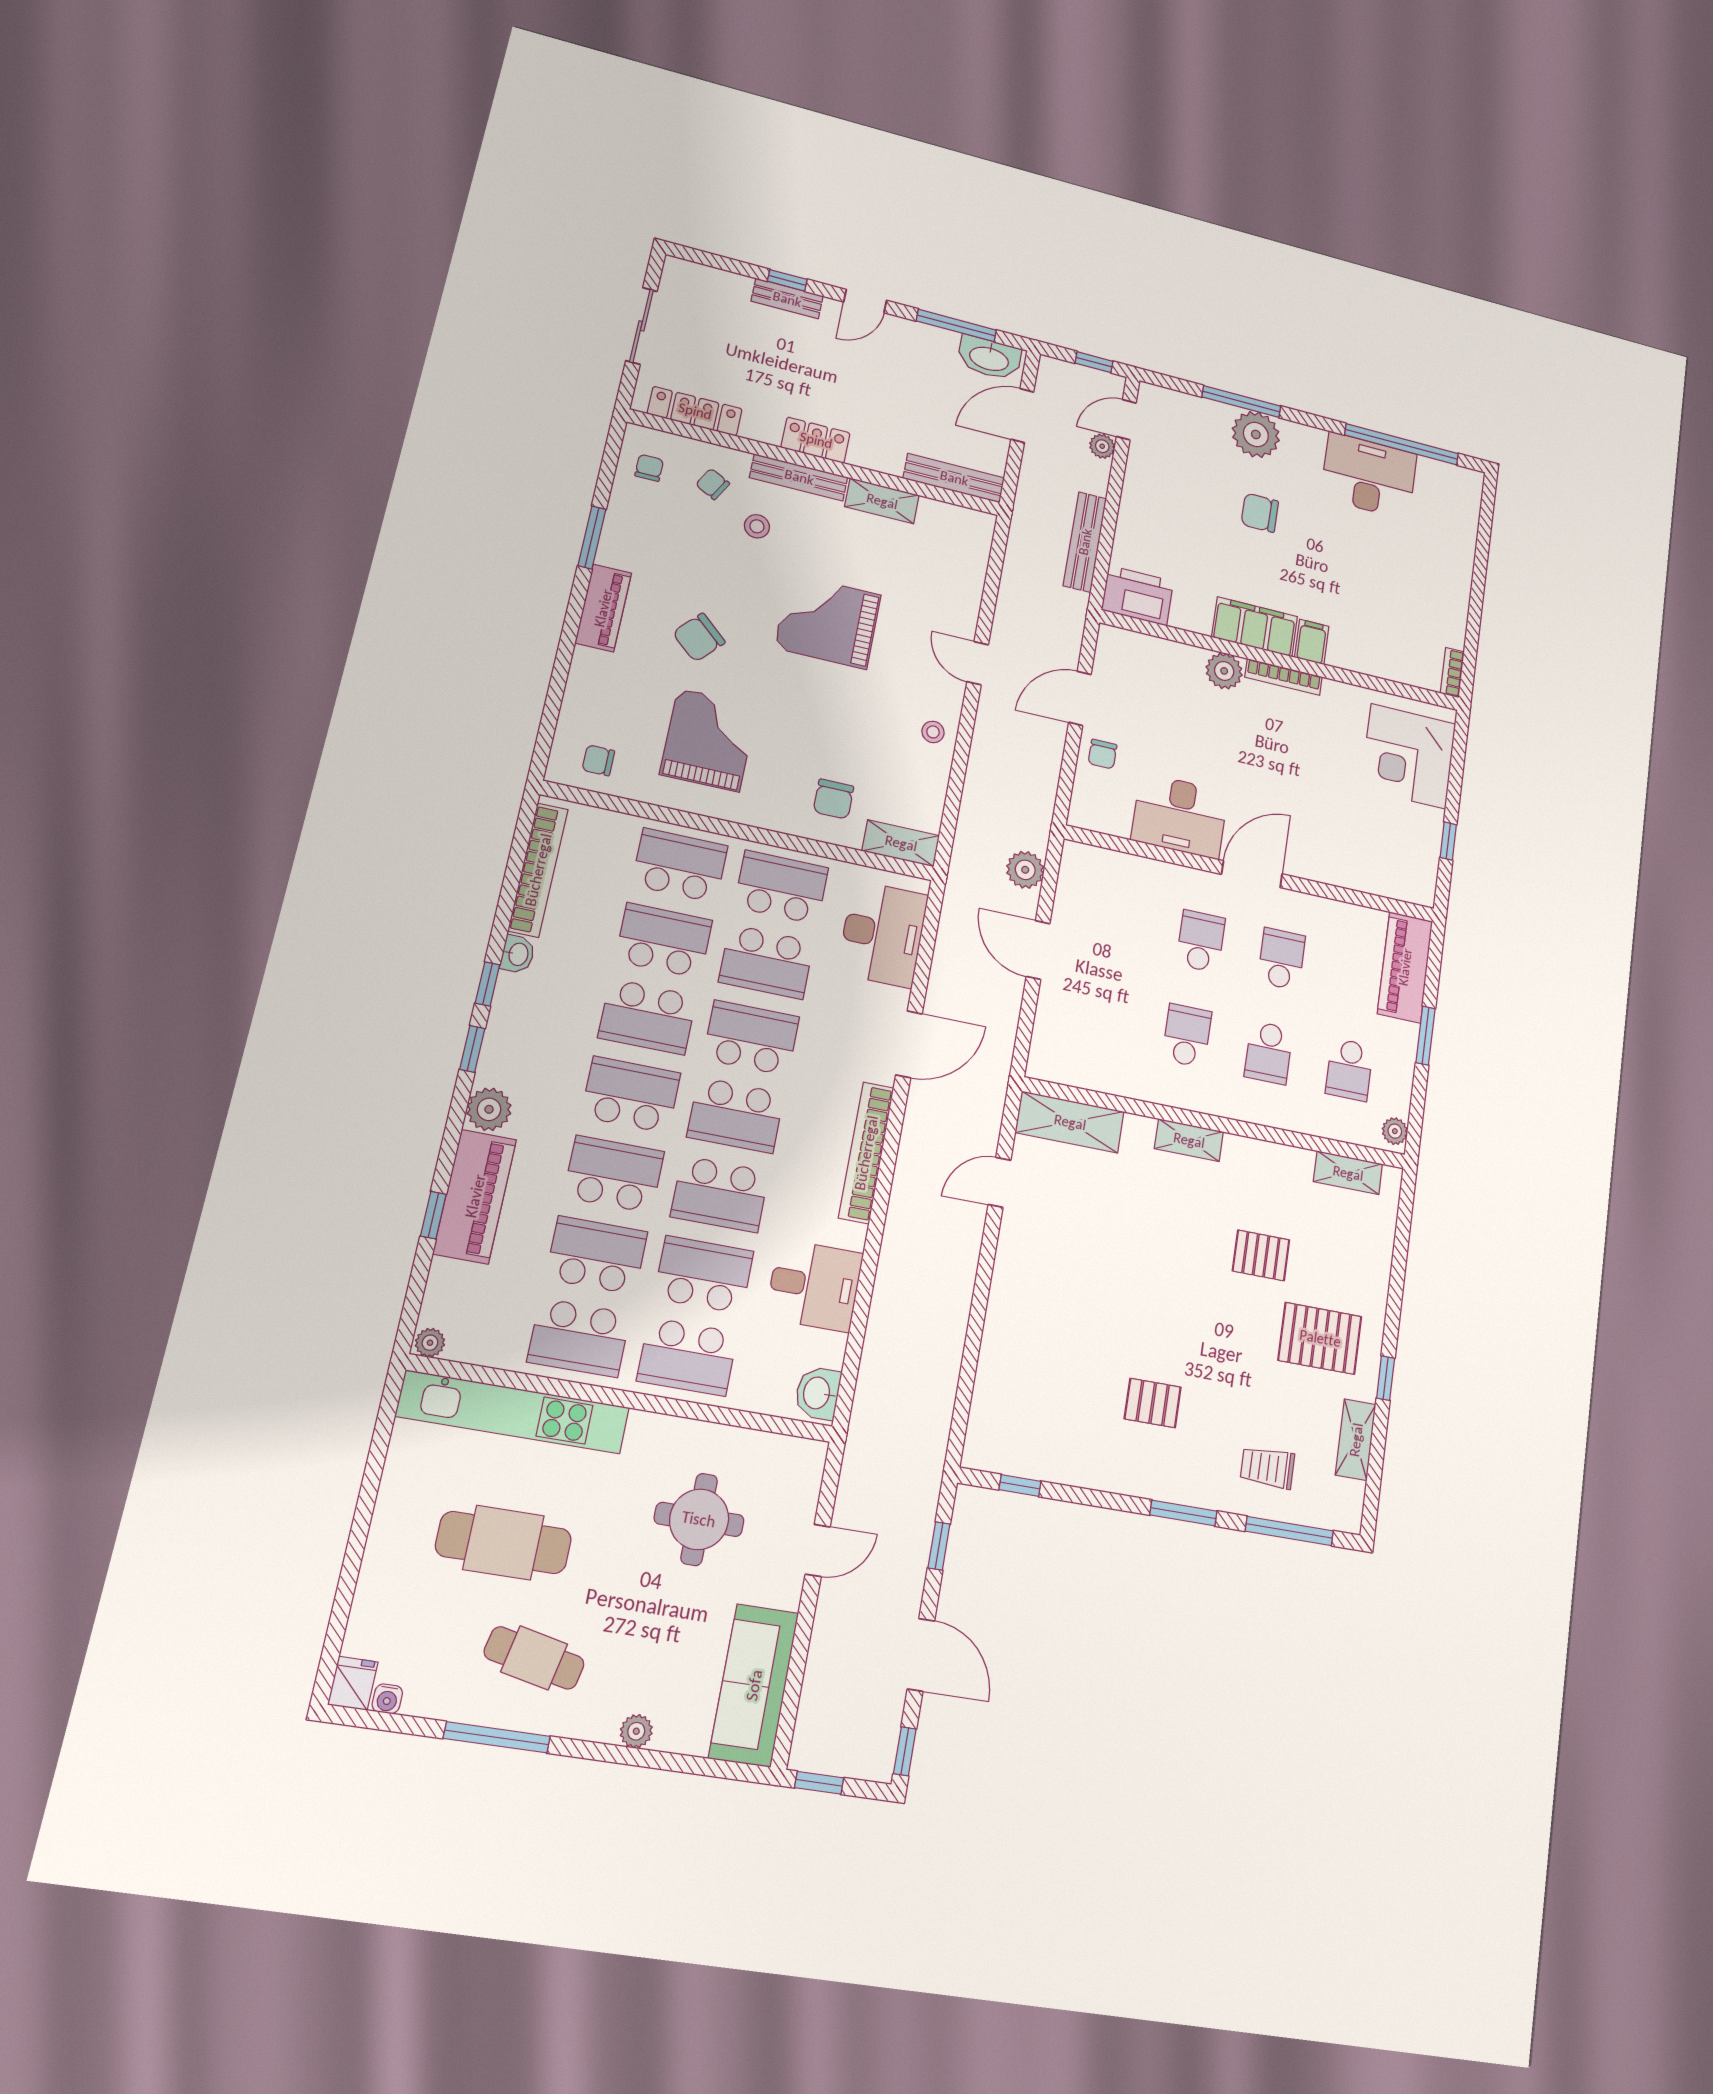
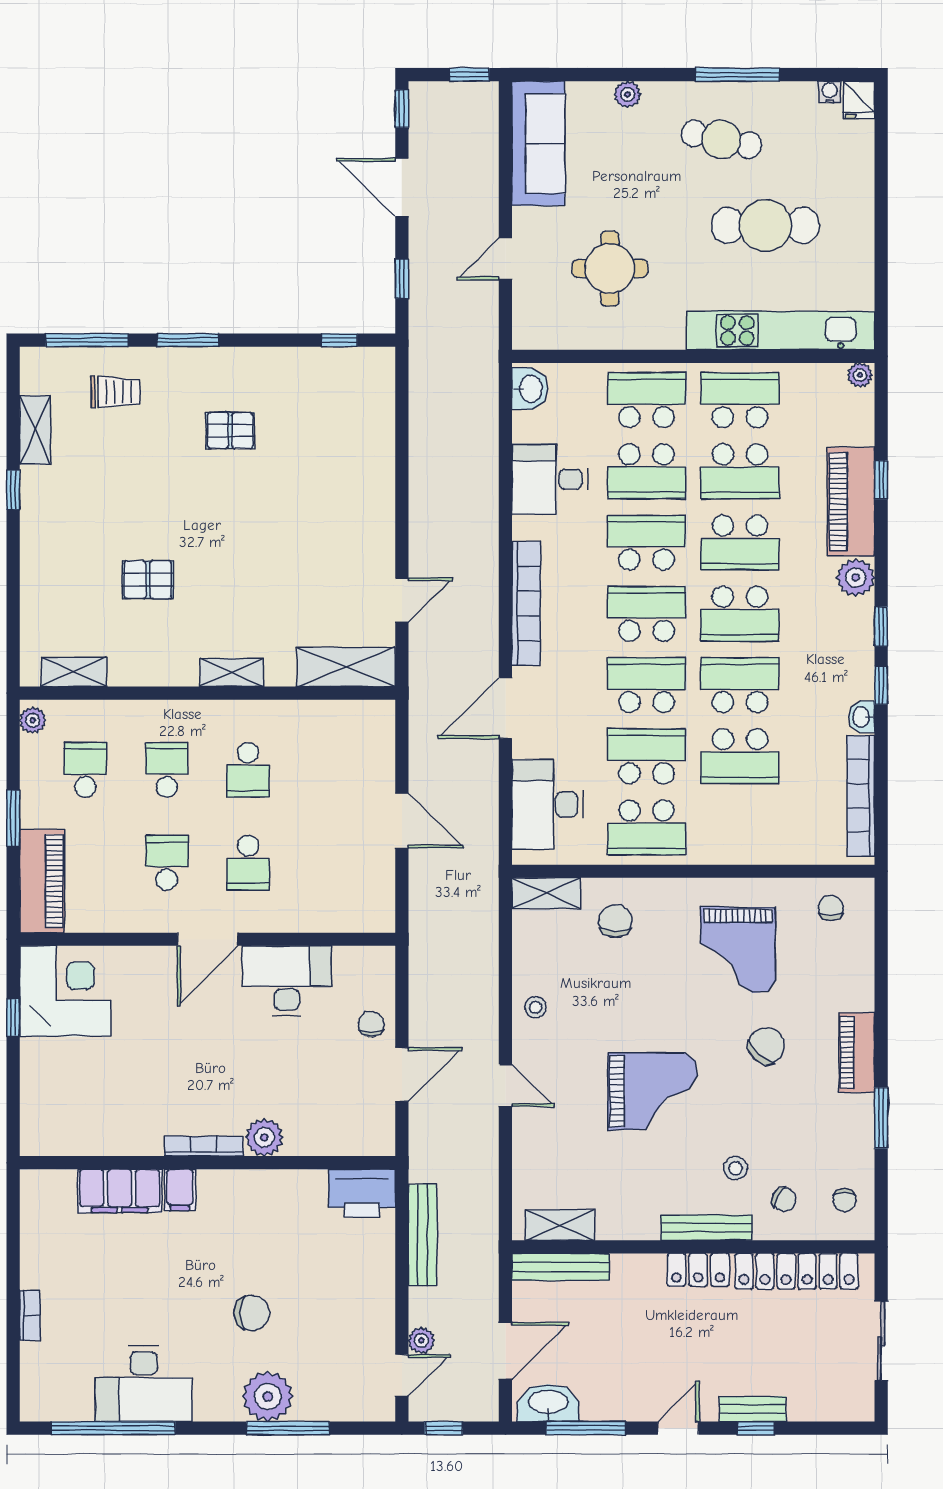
locker: (695, 411) -> (797, 1271), width x1.41, depth x1.21
shelving: (882, 501) -> (560, 1225), moved
filing cabinet: (1255, 627) -> (120, 1191), moved
bookcase: (1452, 673) -> (30, 1315), moved
corner desk: (1408, 756) -> (65, 991), moved
chair: (598, 760) -> (831, 908), turned -90
school desk: (680, 865) -> (740, 828), removed
plant: (1025, 870) -> (426, 894), removed
school desk: (1281, 959) -> (167, 863), turned 180
school desk: (751, 1038) -> (646, 685), turned 180
pallet: (1320, 1338) -> (81, 515), removed

